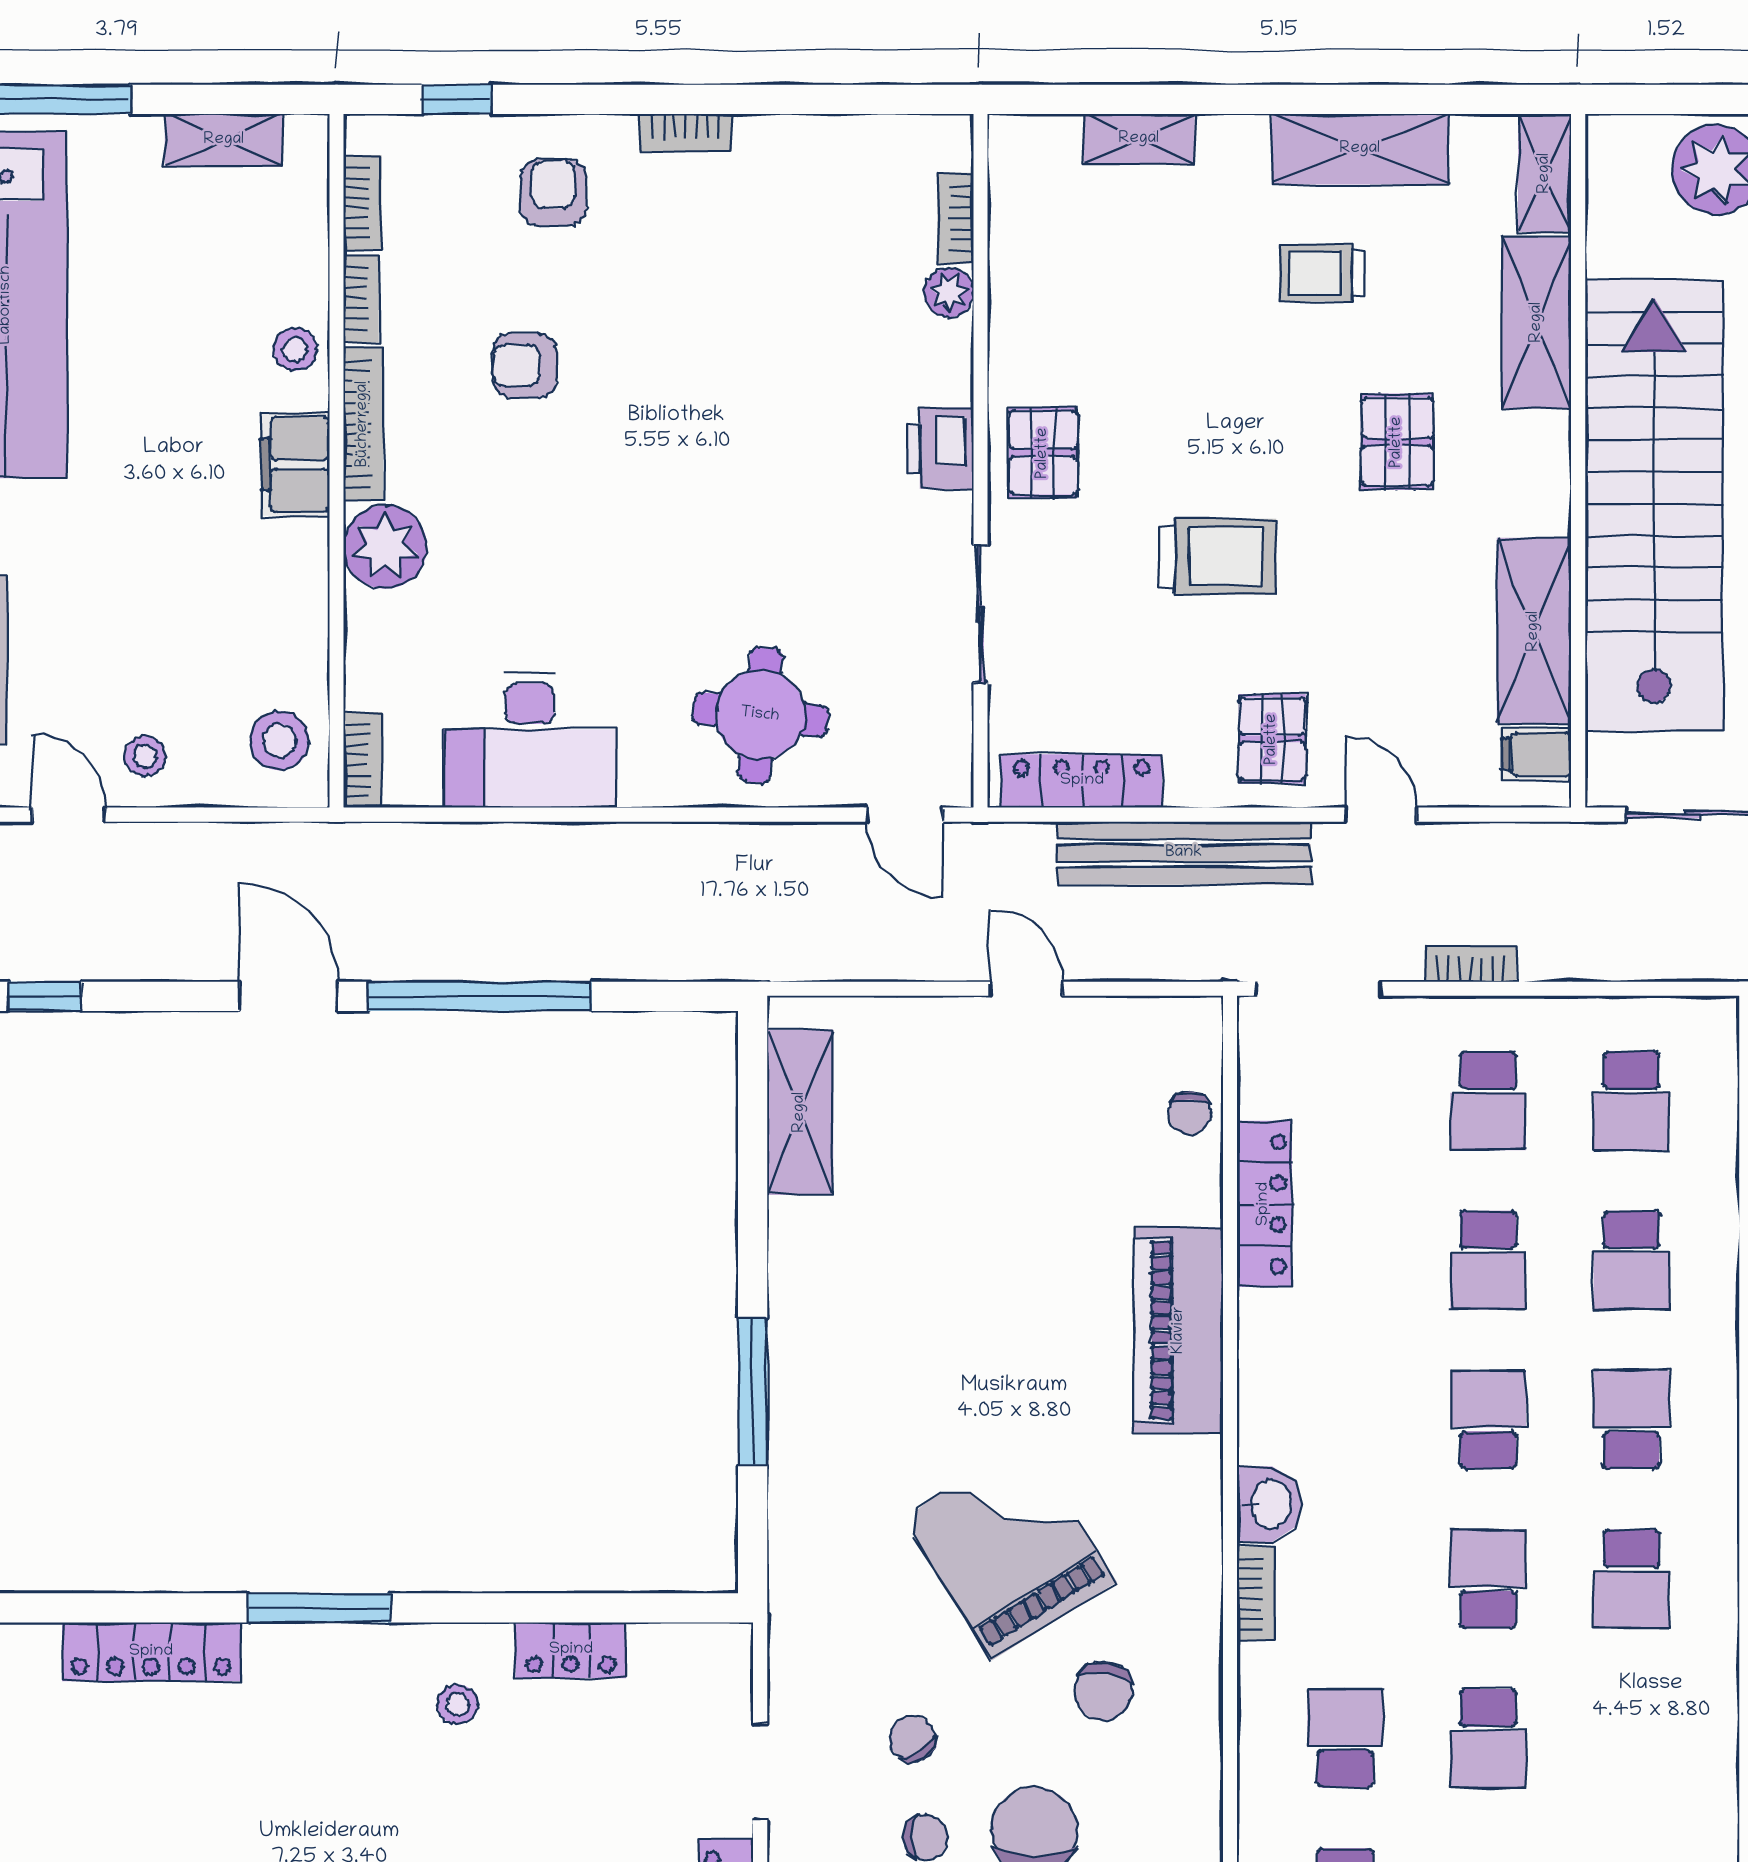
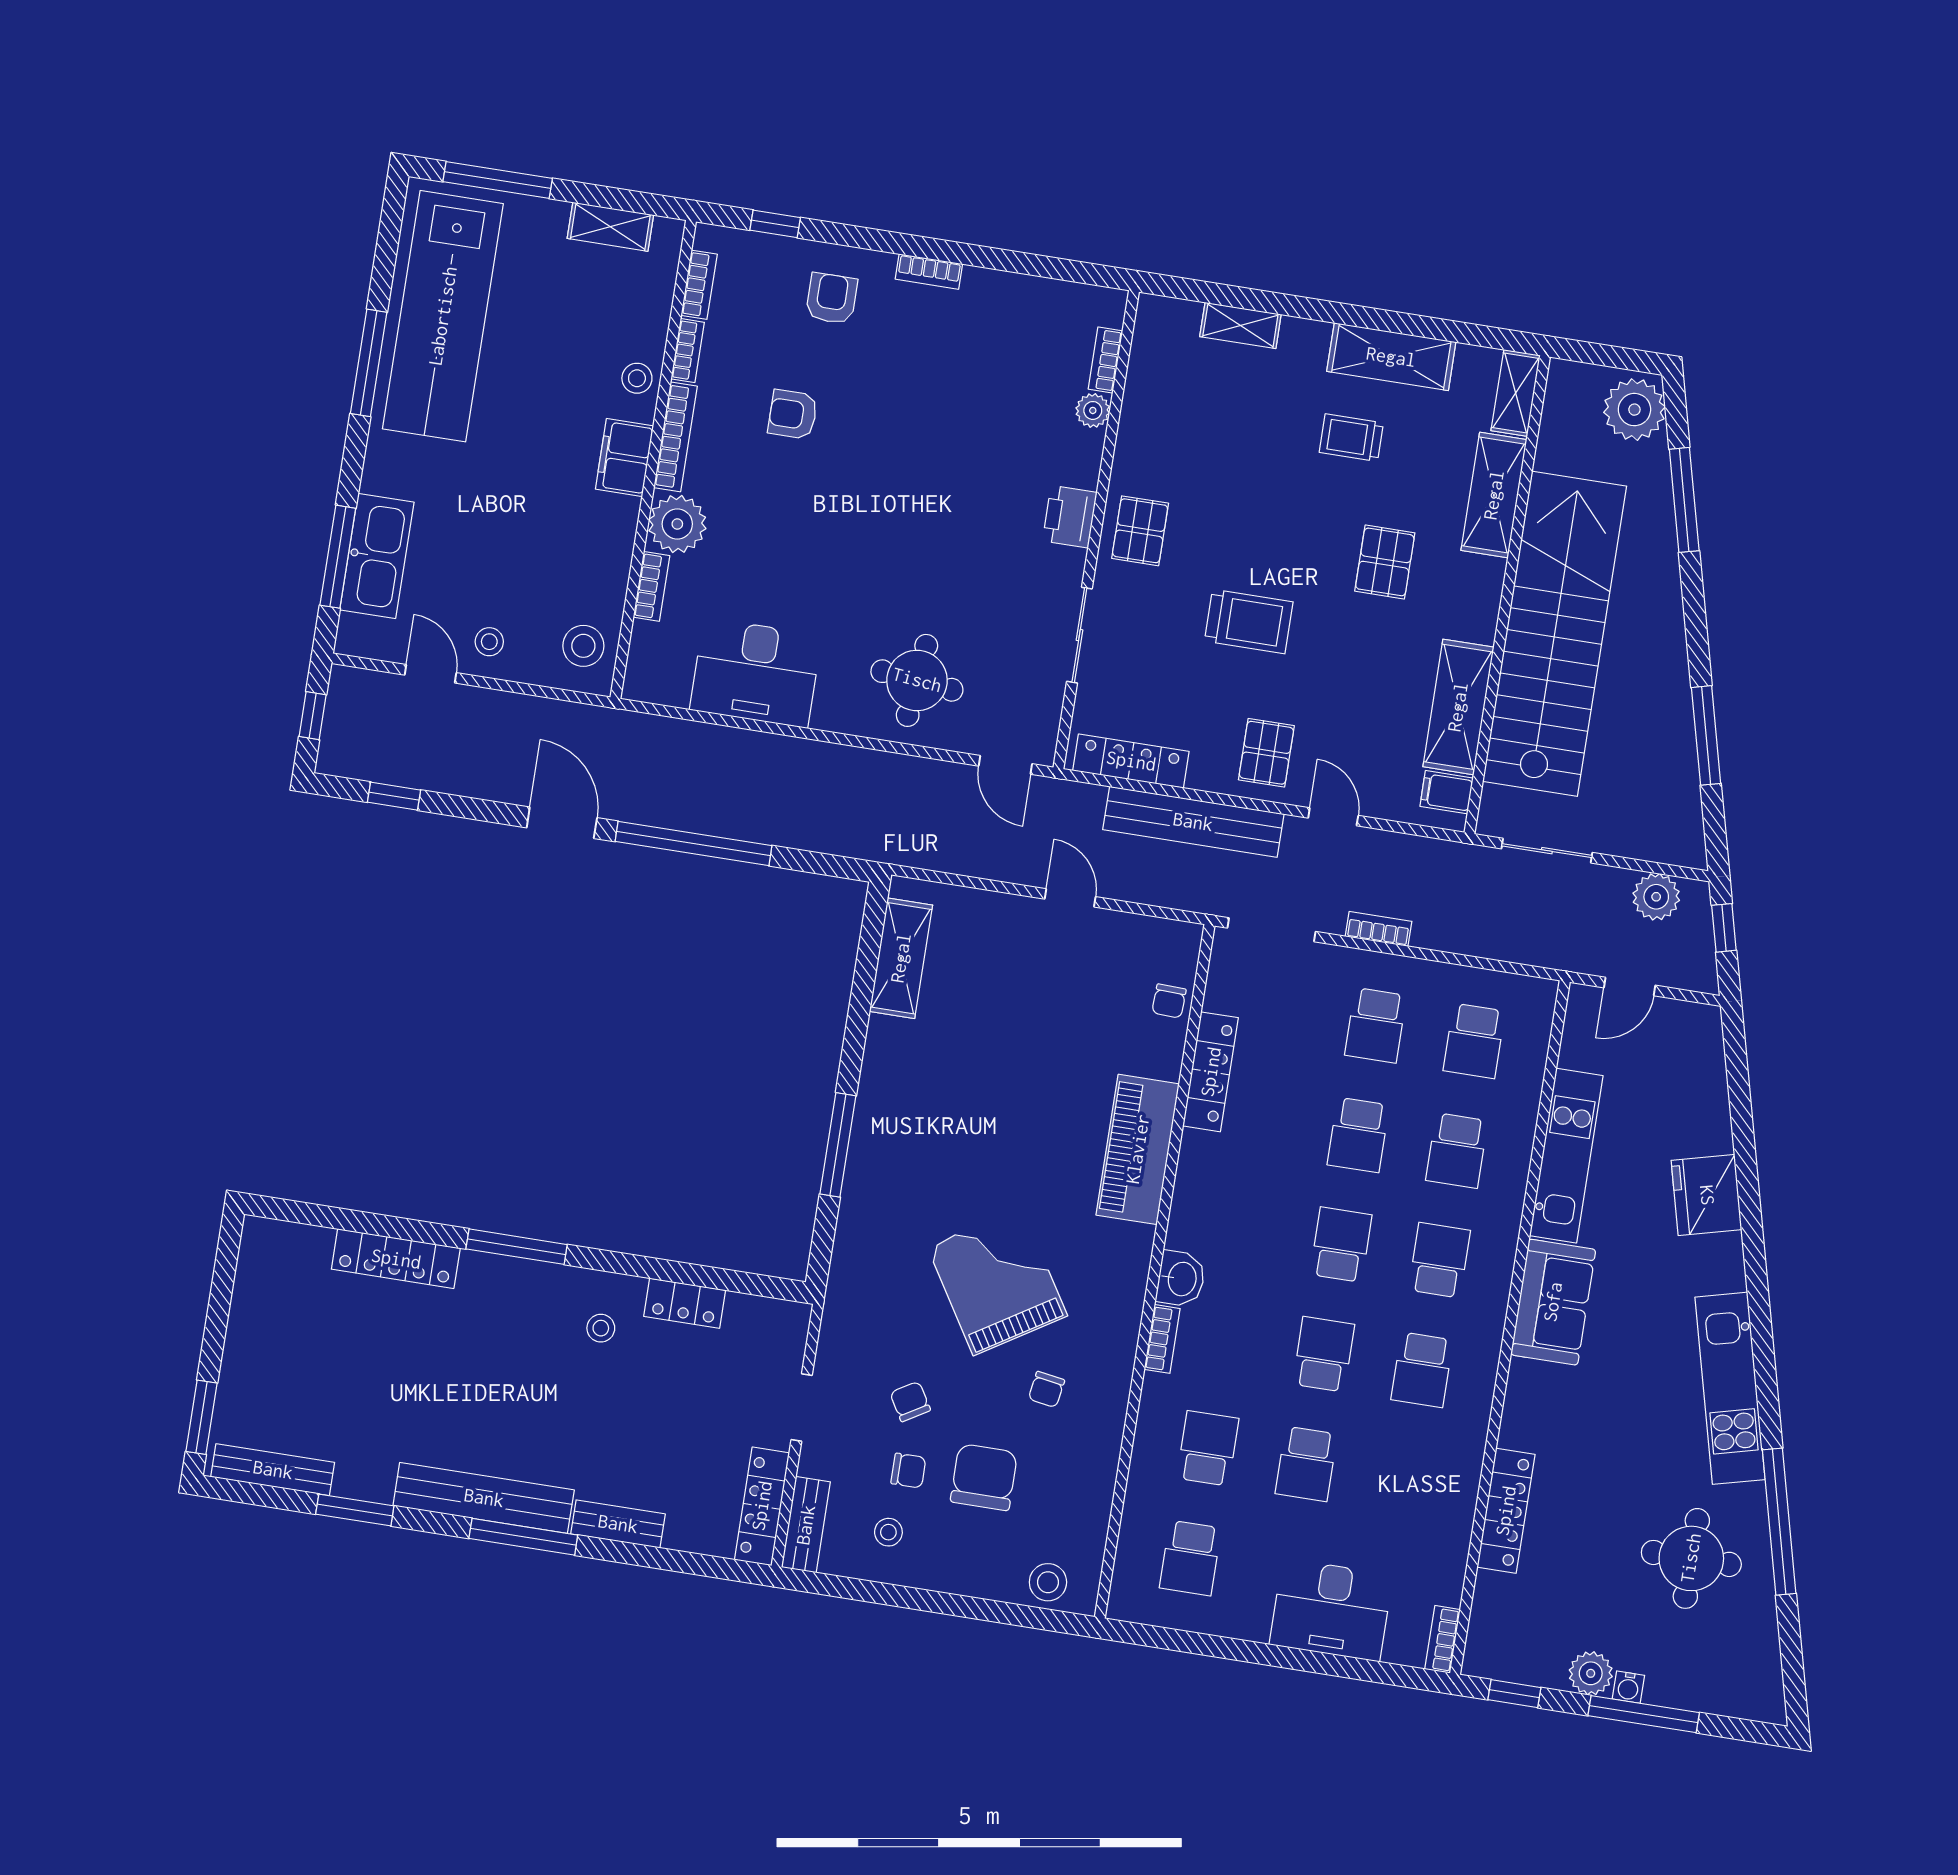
bookcase: (363, 760) -> (651, 586), moved
chair: (1103, 1691) -> (1046, 1389), width x0.73, depth x0.73

